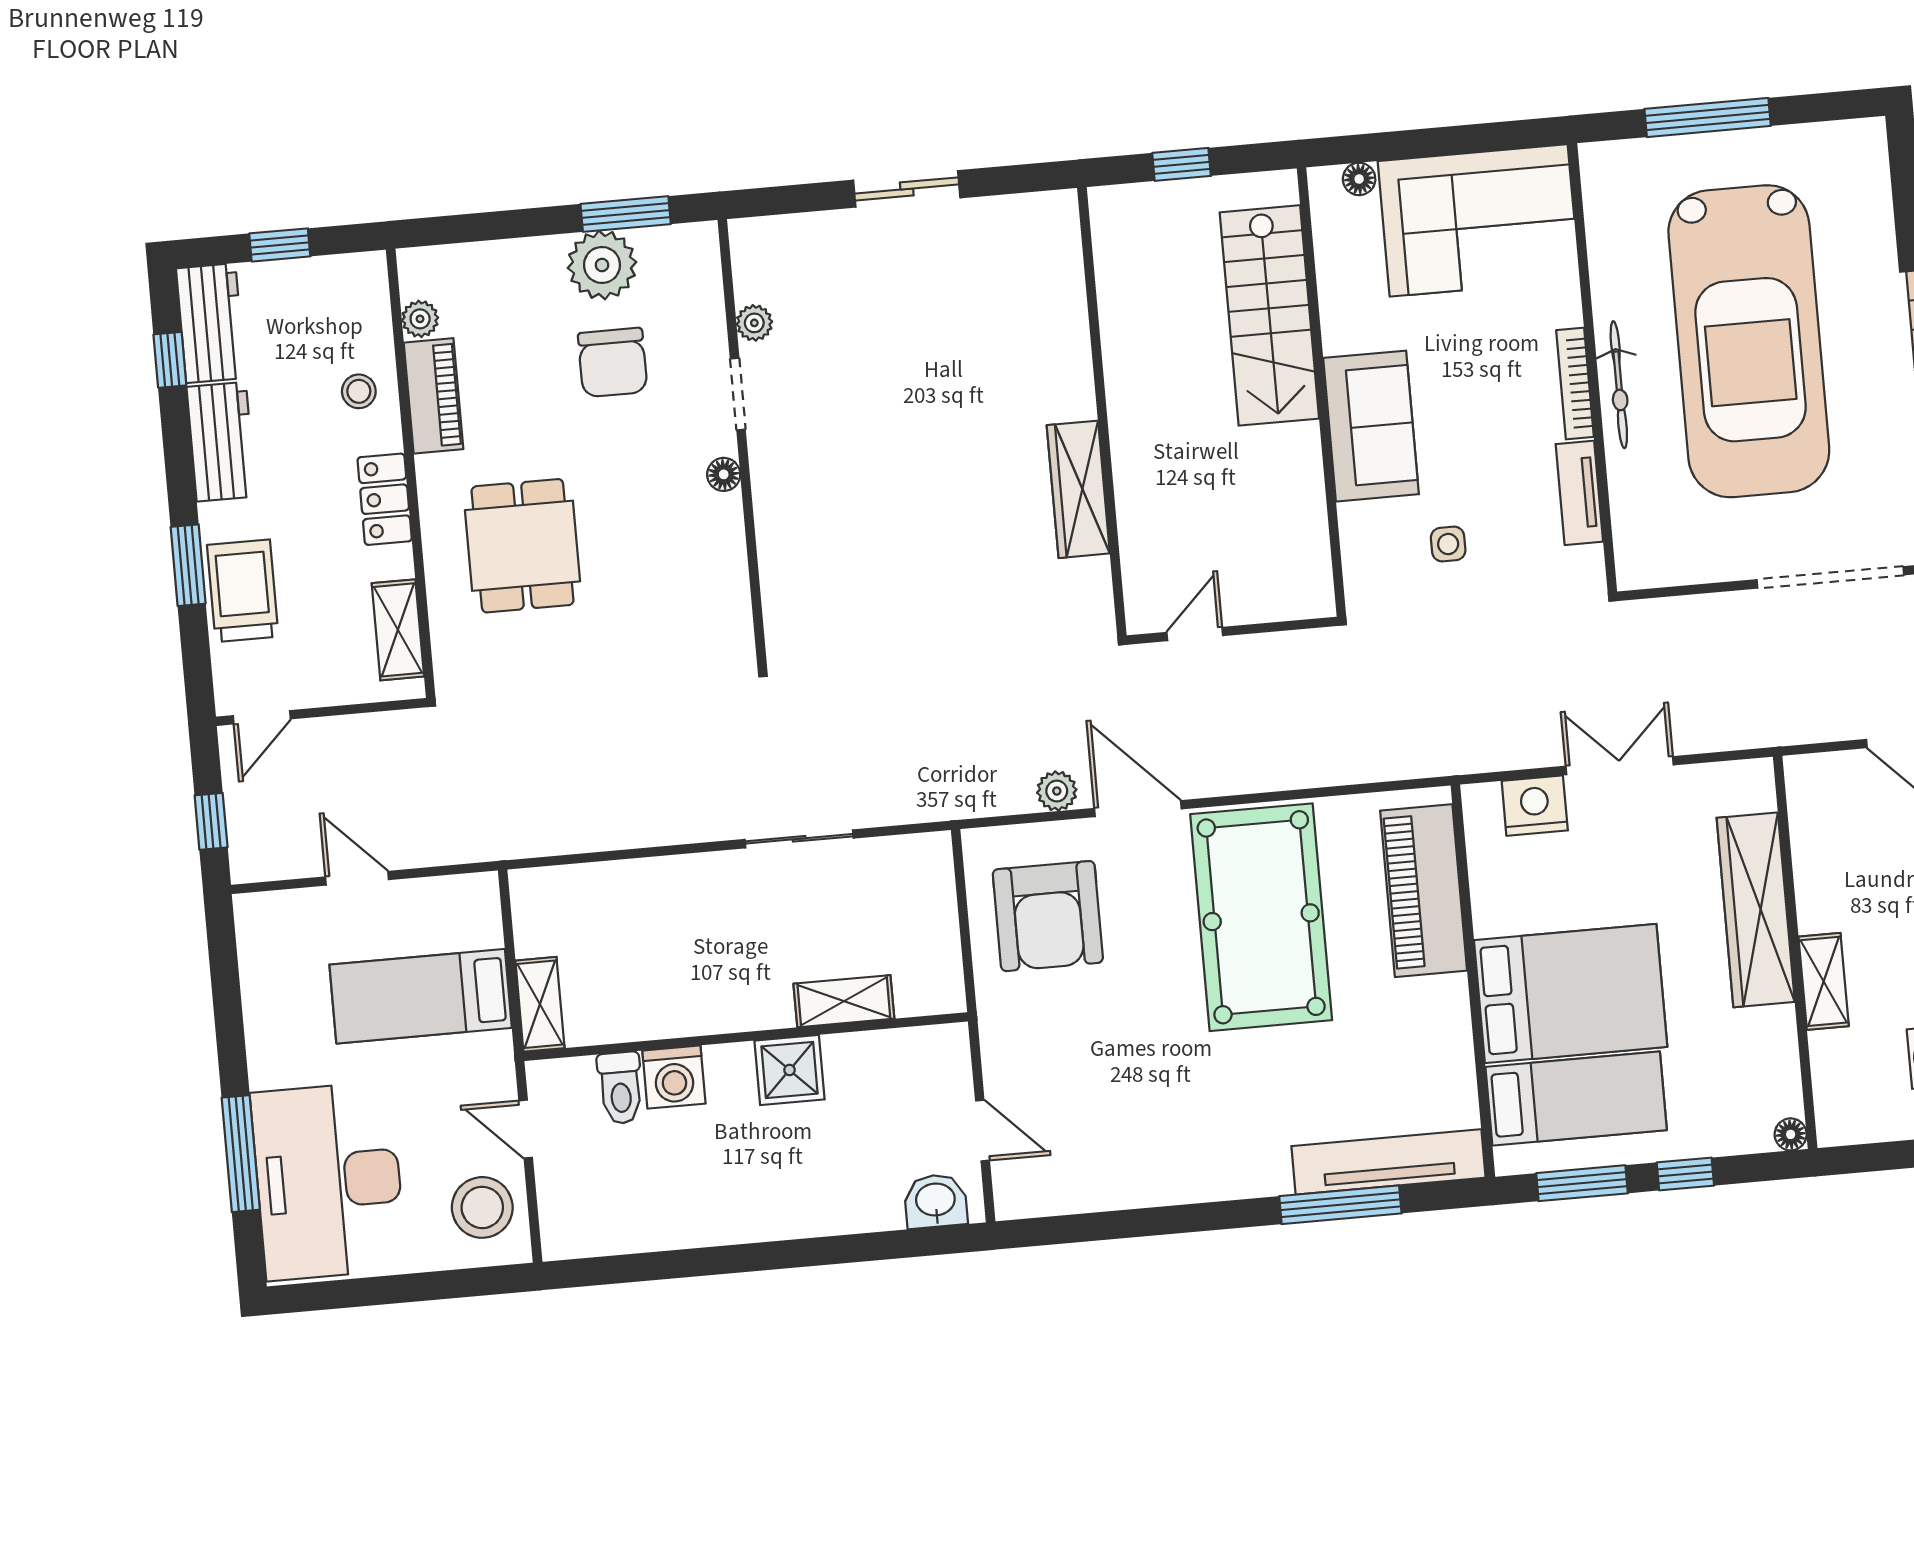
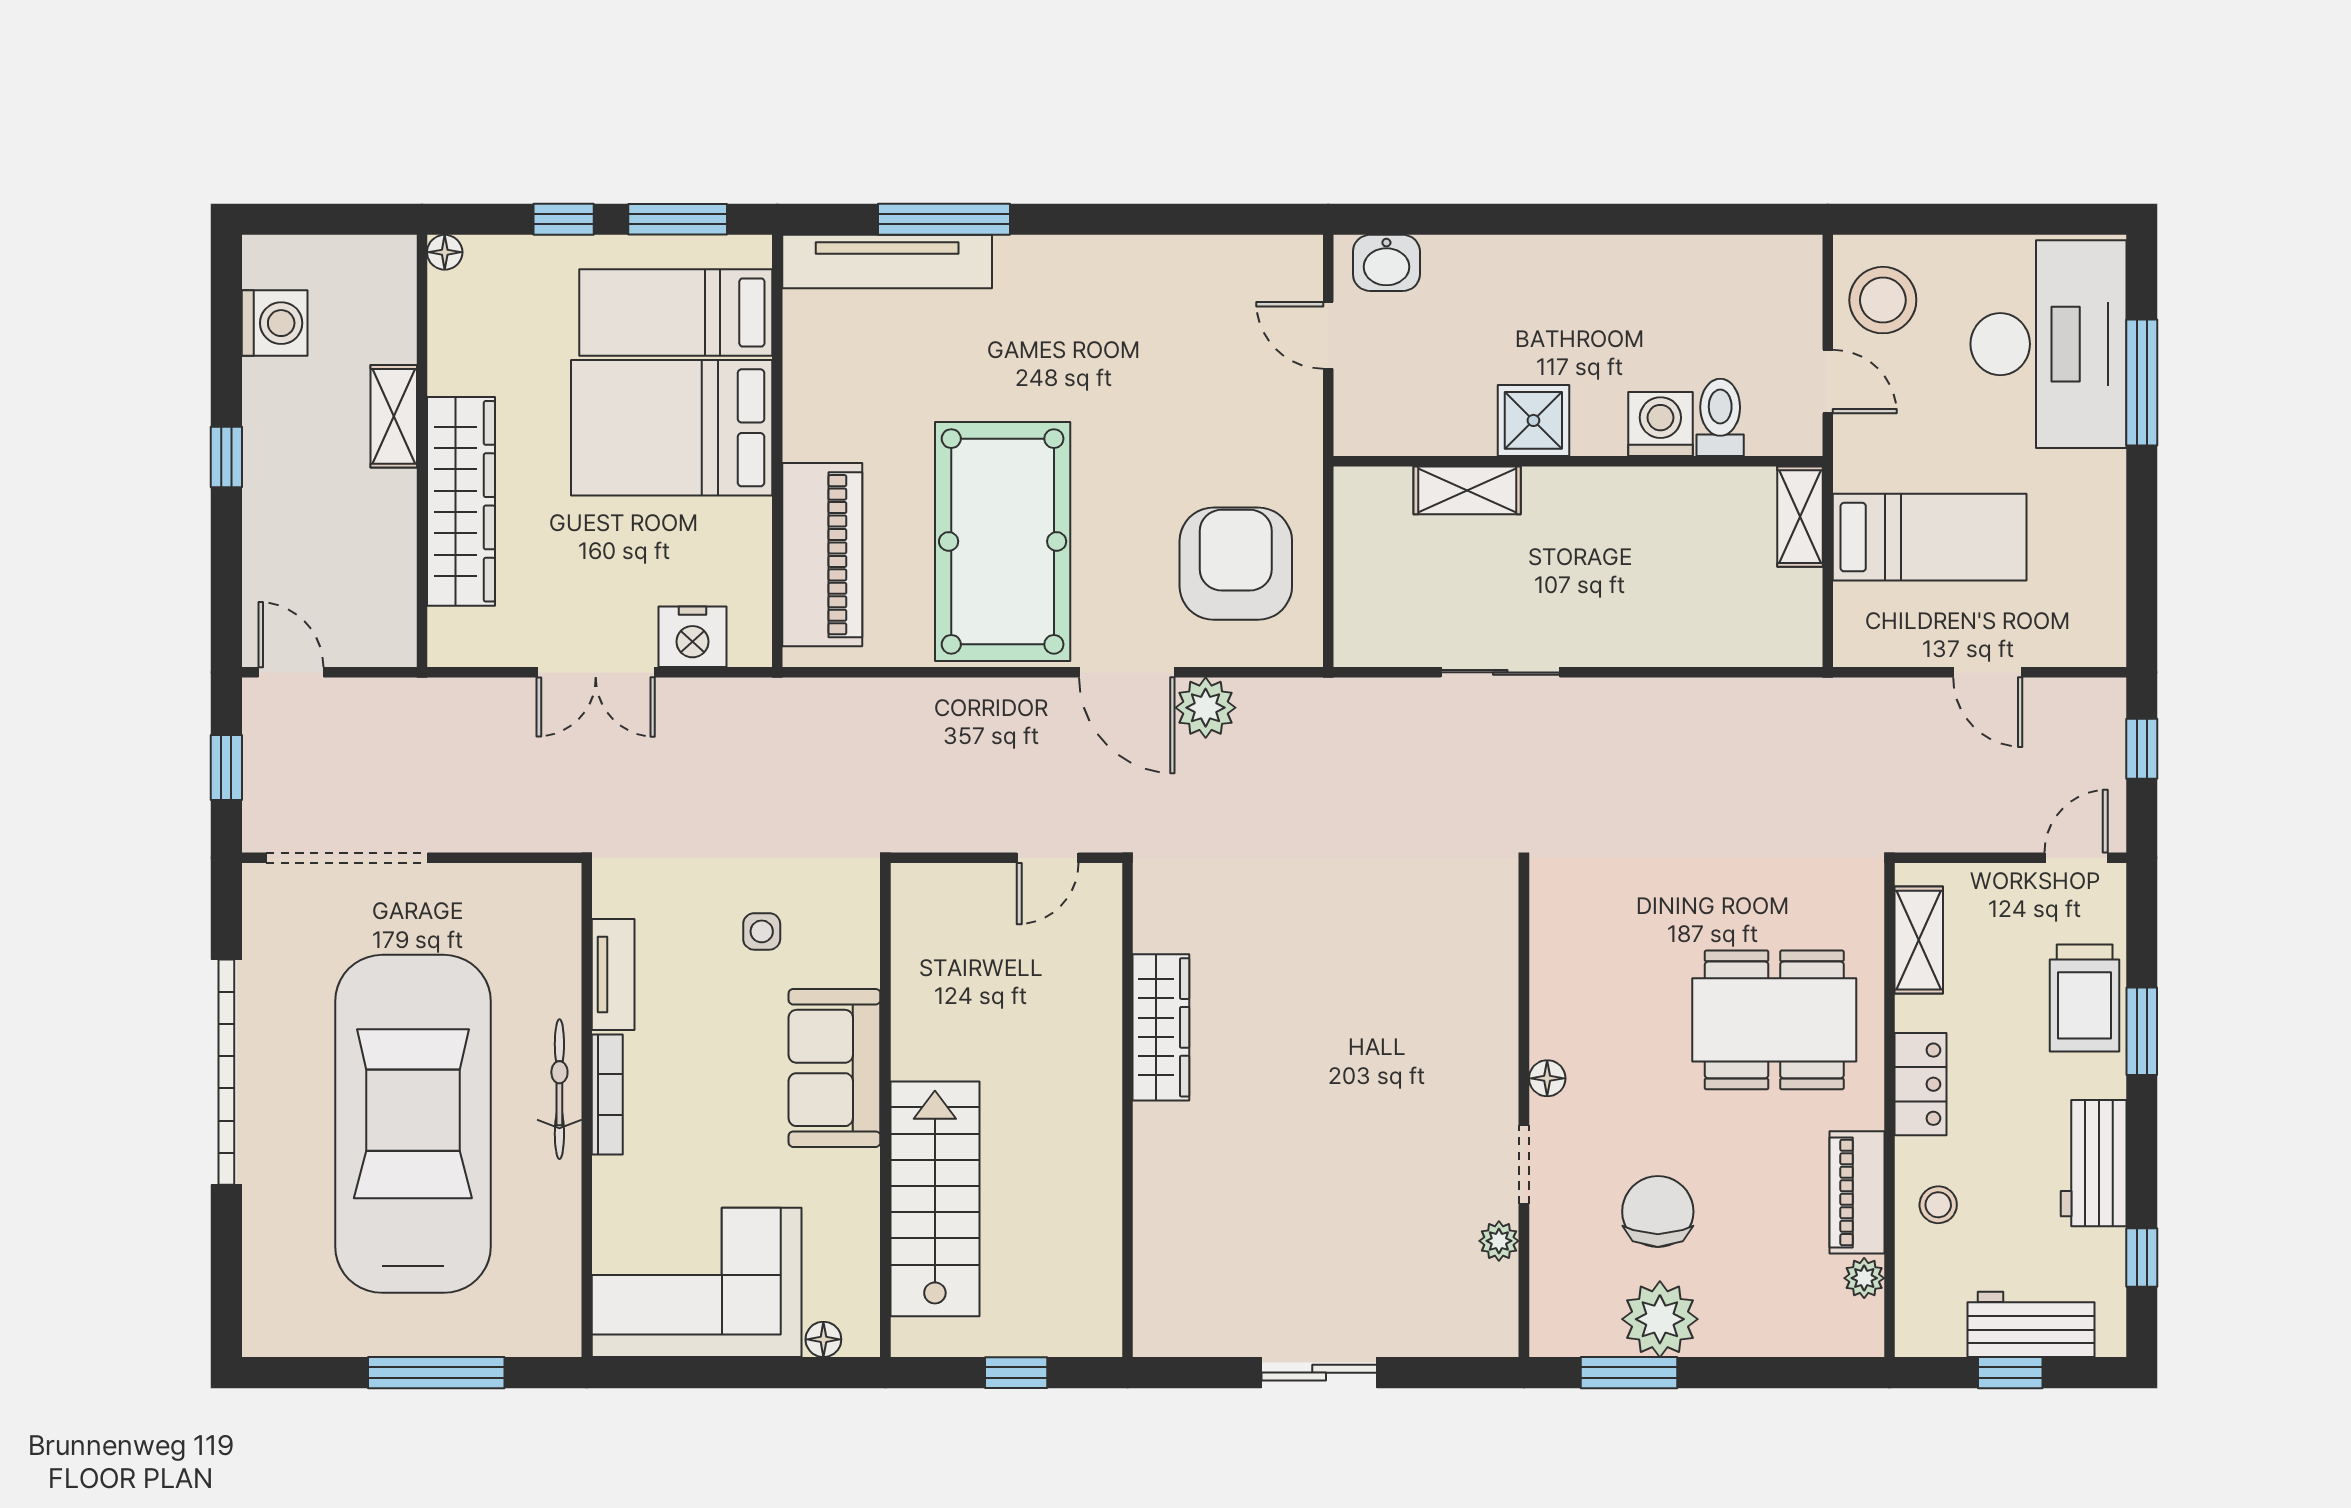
workbench: (211, 323) -> (2031, 1324), moved, turned 90
dining table: (522, 546) -> (1774, 1020), width x1.38
plant: (1057, 791) -> (1206, 708), width x1.38, depth x1.38

